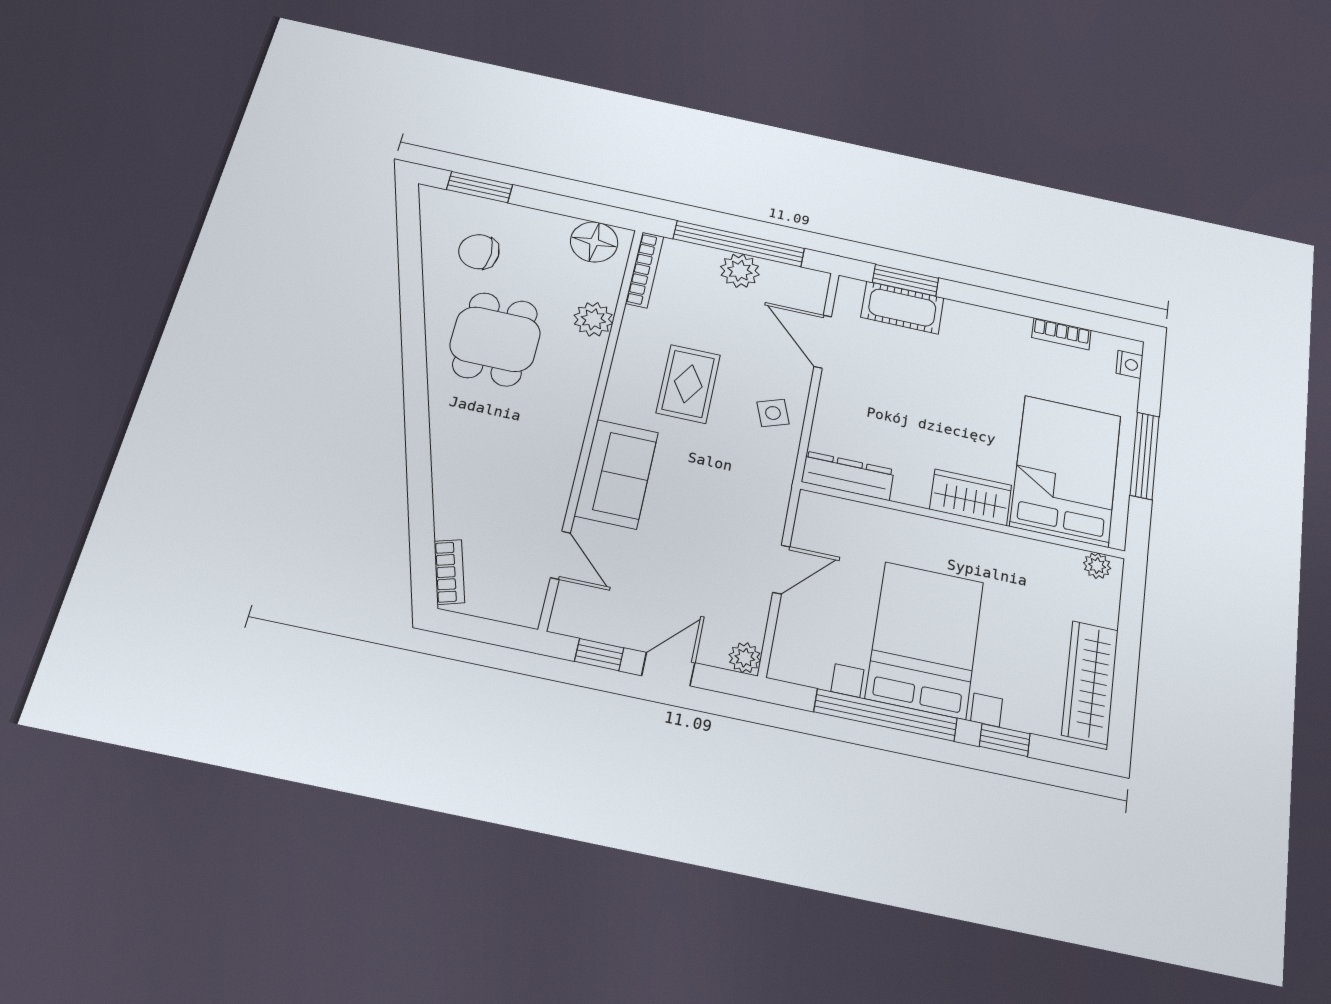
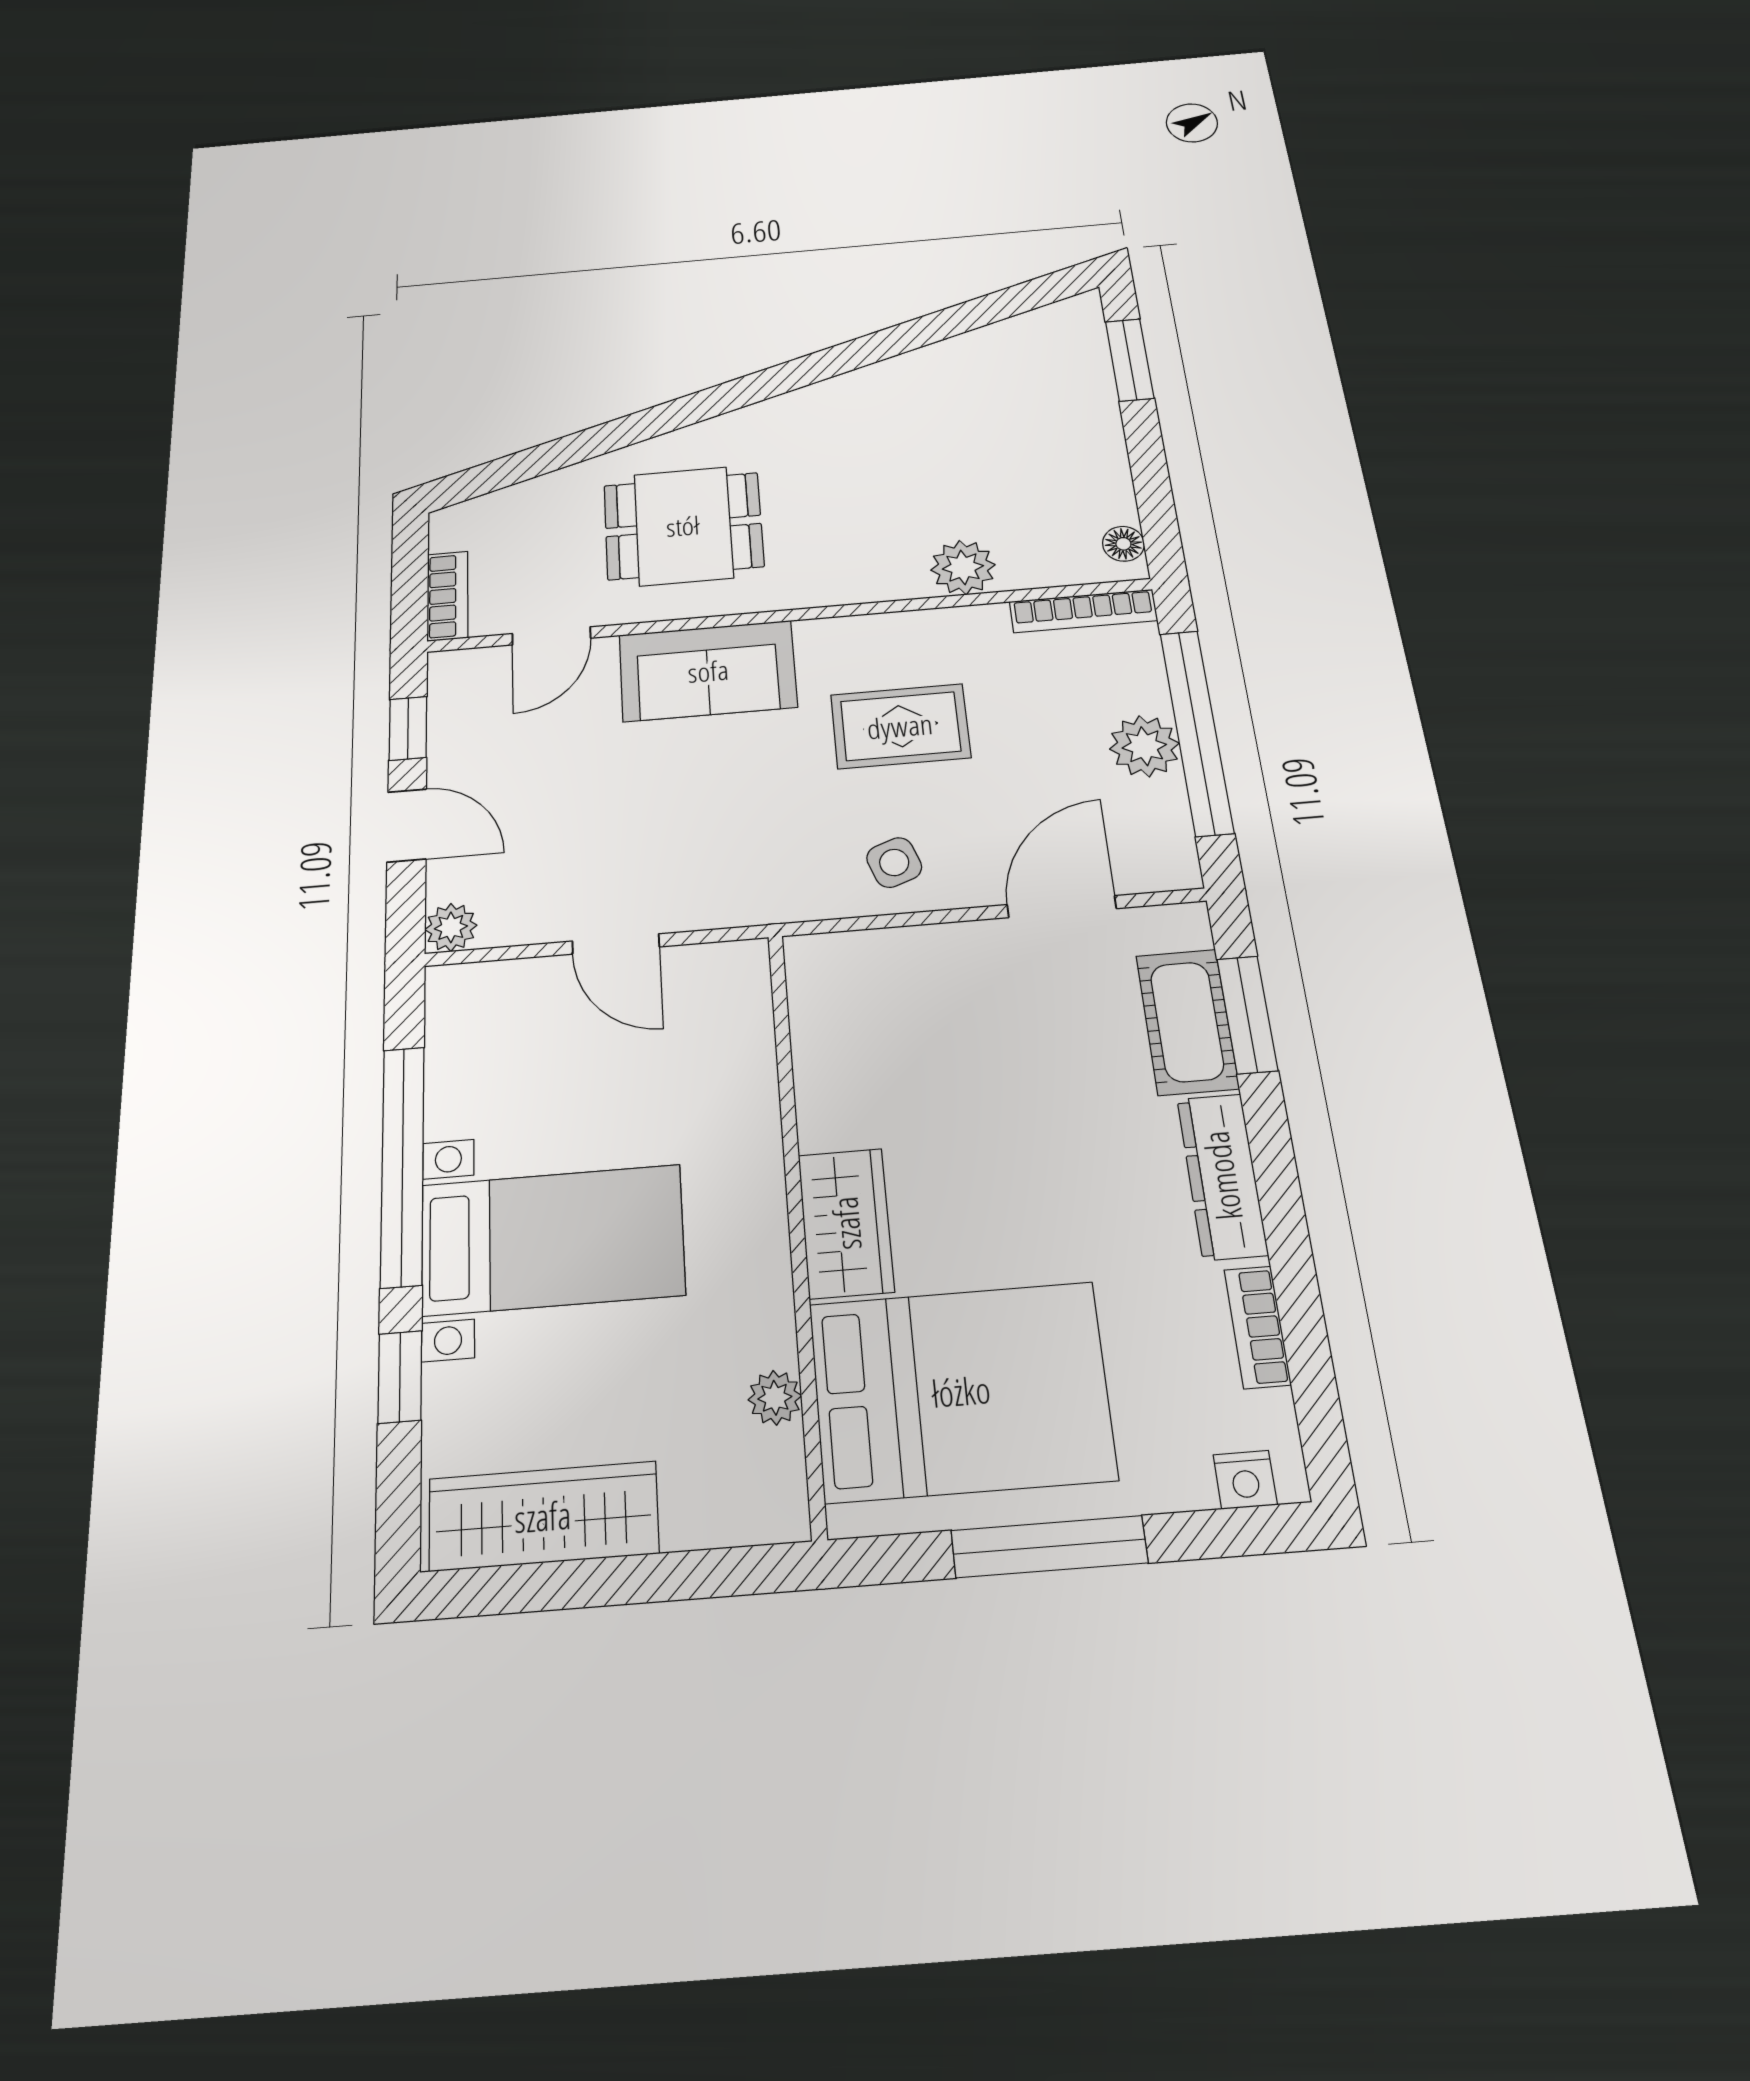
floor lamp: (594, 242) -> (1123, 544), width x0.53, depth x0.53
chair: (479, 252) -> (1017, 392), removed
dining table: (495, 339) -> (683, 526), moved
dresser: (848, 476) -> (1222, 1176), moved, turned 180
plant: (1097, 566) -> (775, 1398), moved
bookcase: (449, 572) -> (448, 596), moved, turned -73
bed with nightstands: (925, 640) -> (552, 1240), width x0.73

